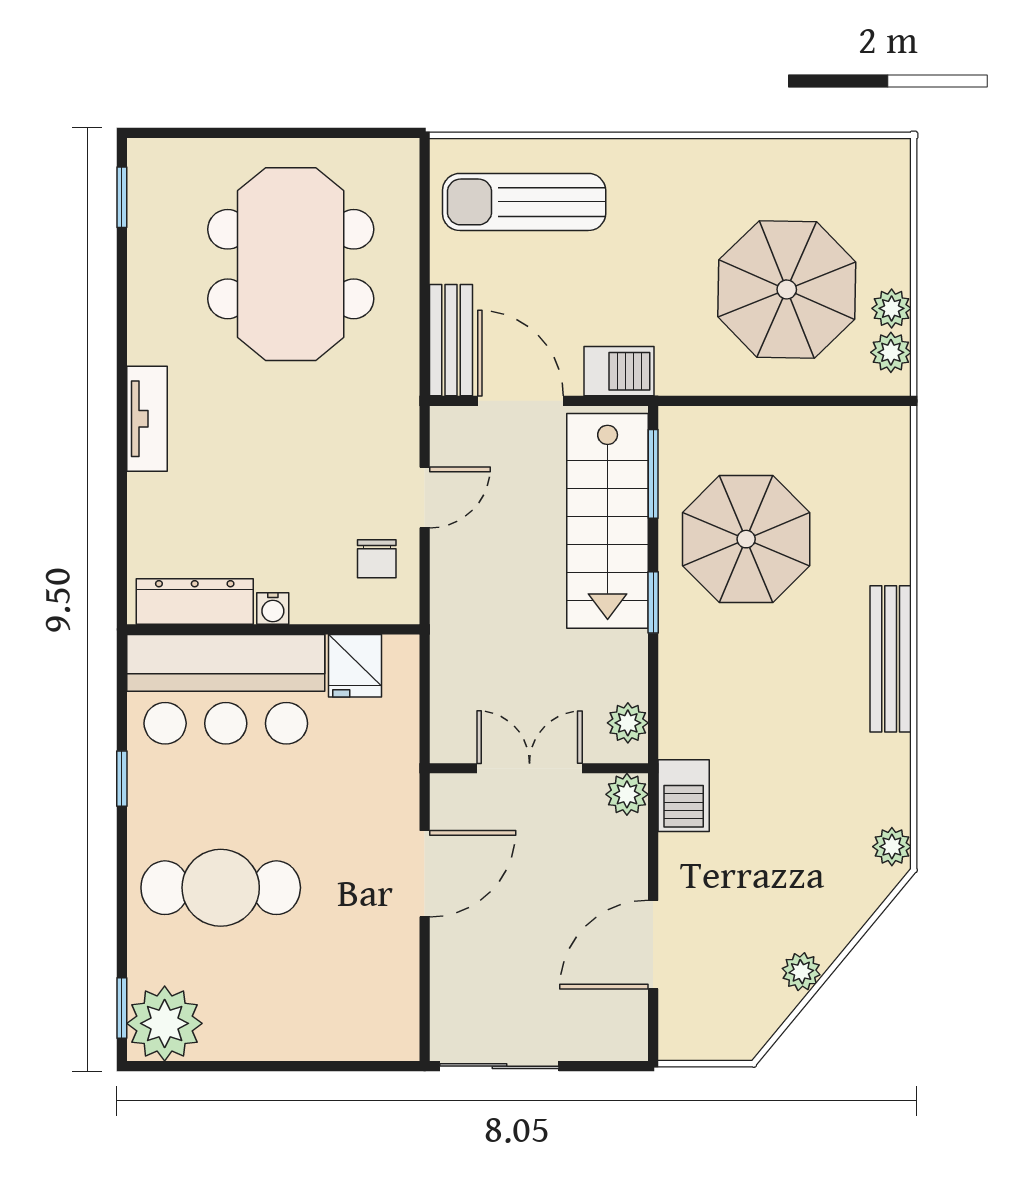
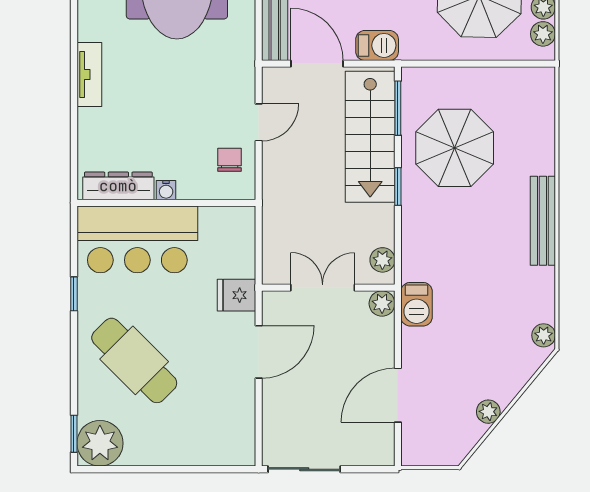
chair: (377, 559) -> (229, 160), turned 180
fridge: (355, 666) -> (236, 295), moved, turned 90
cafe table: (221, 888) -> (134, 360), turned 45

